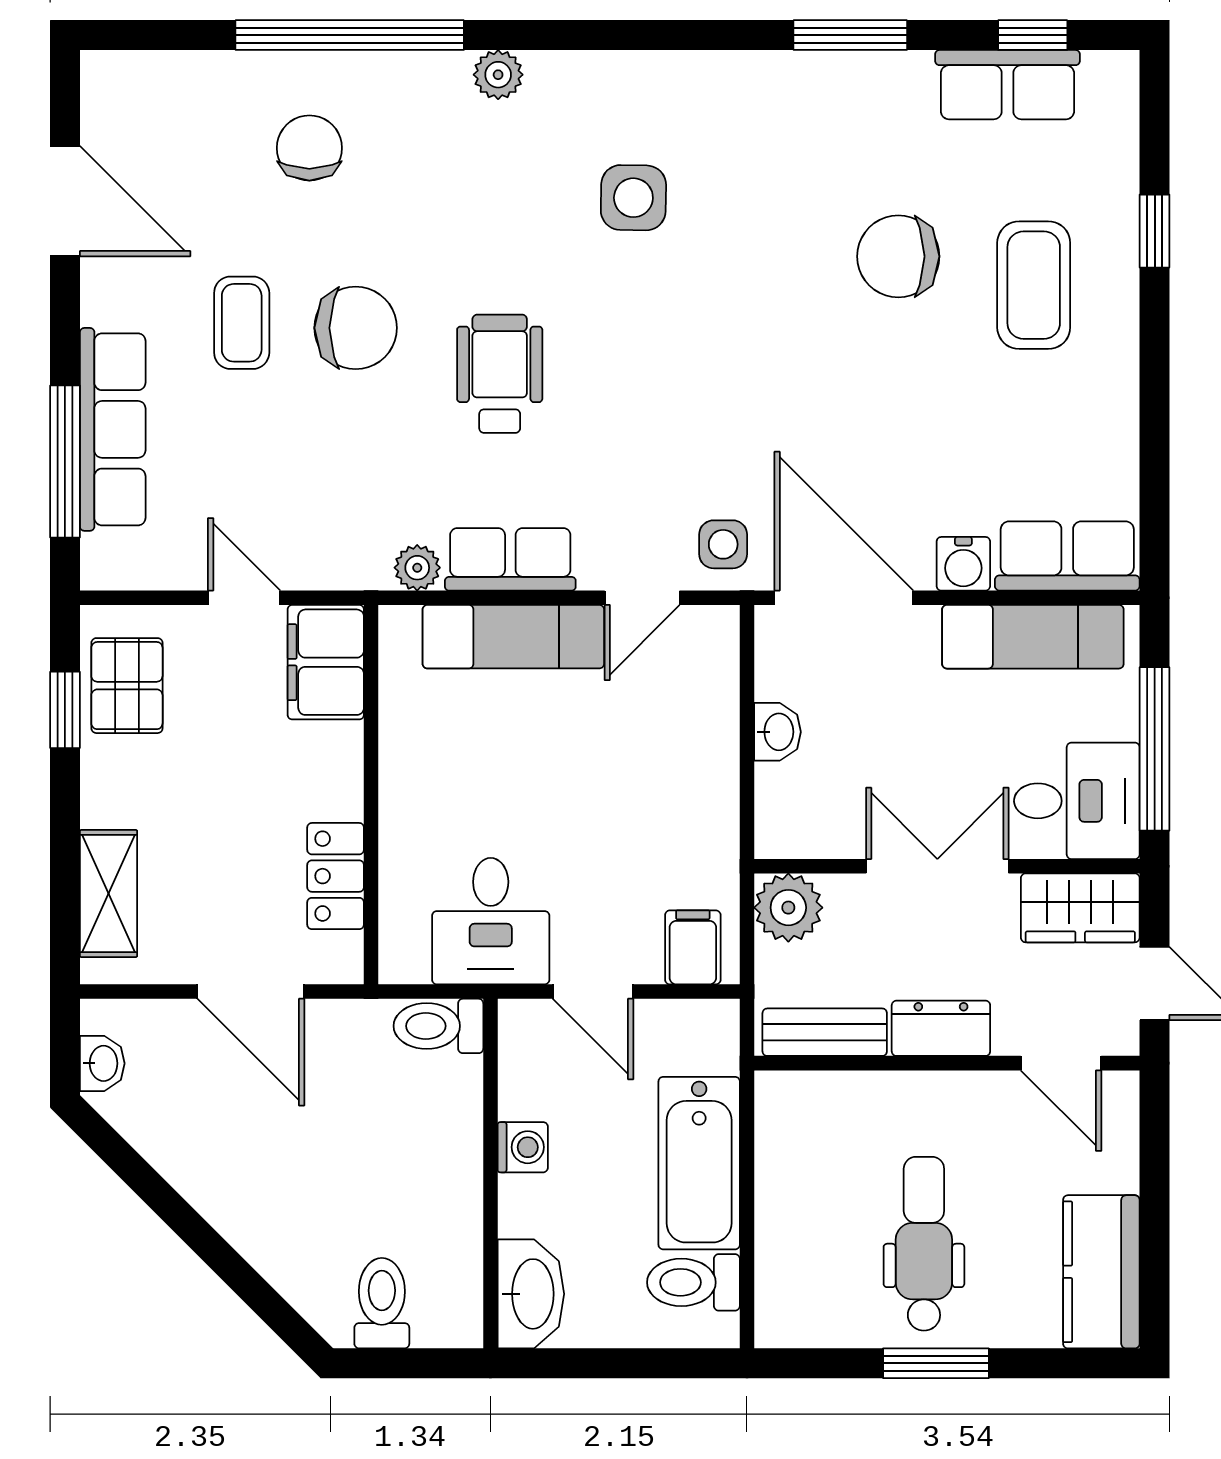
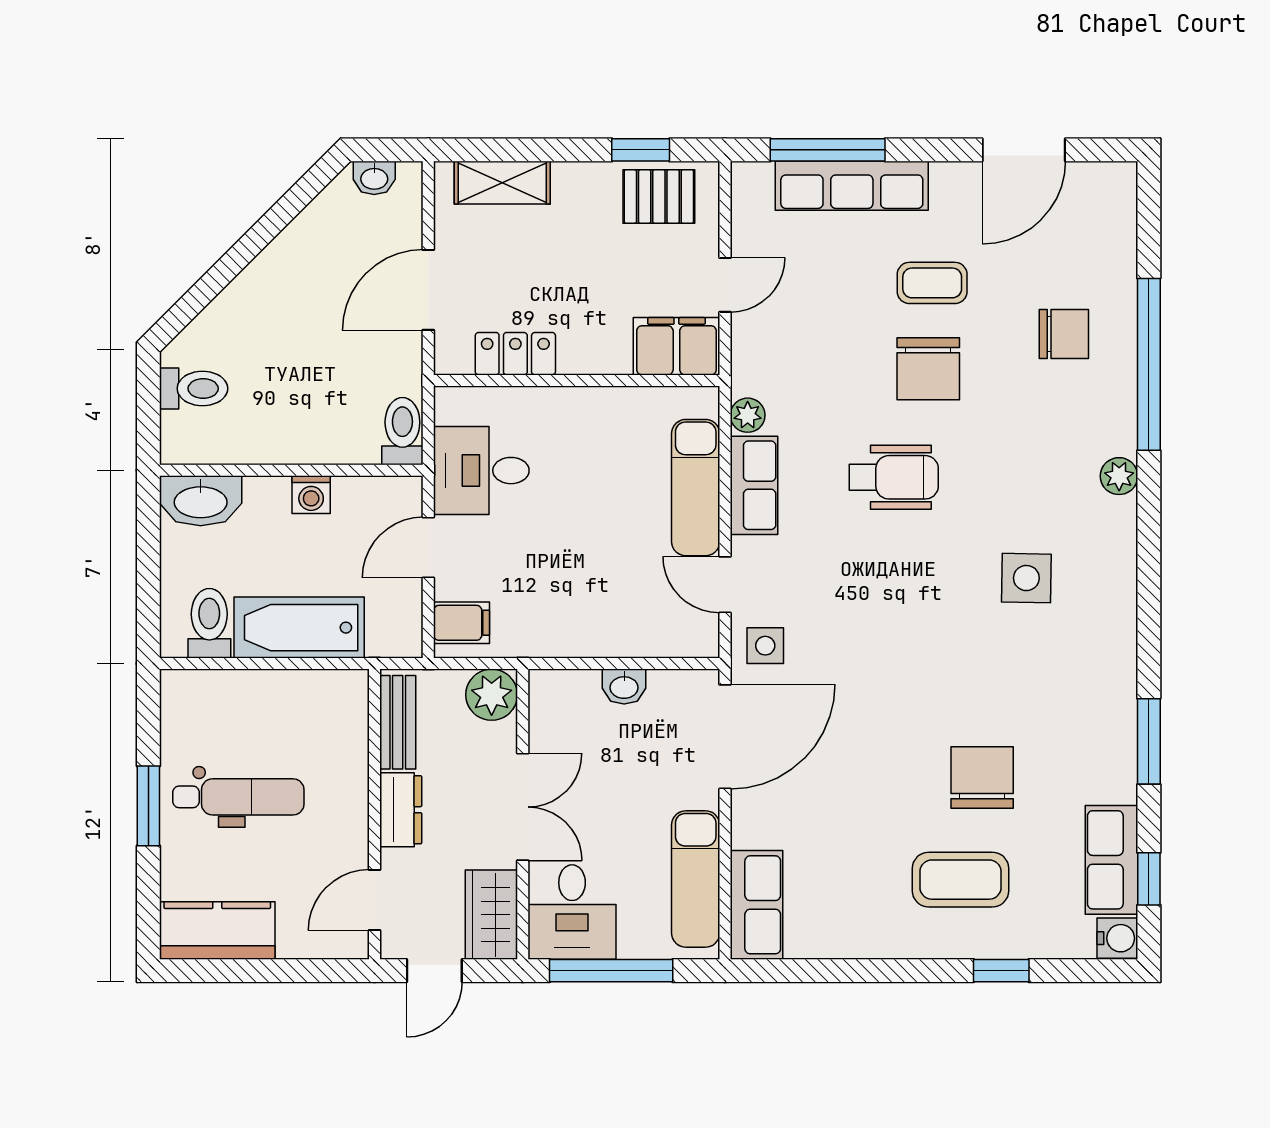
water cooler: (963, 564) -> (1117, 938), moved, turned 180

